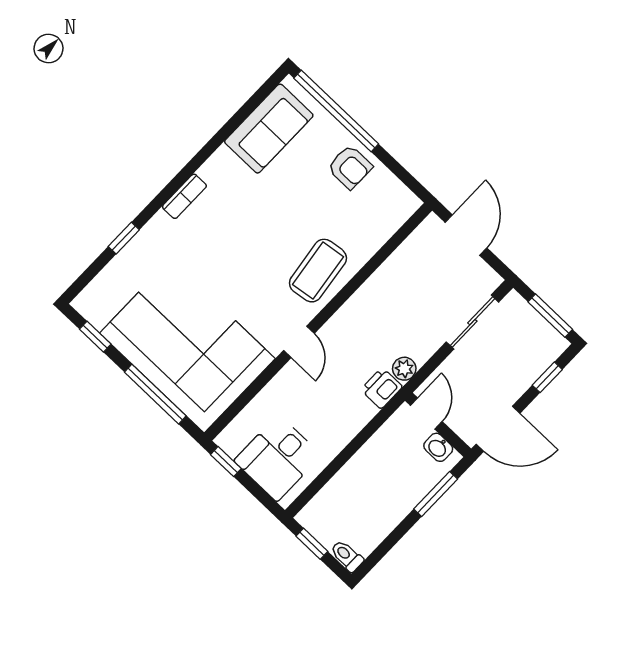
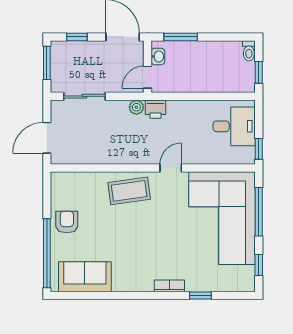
bookcase: (184, 196) -> (169, 286), moved

